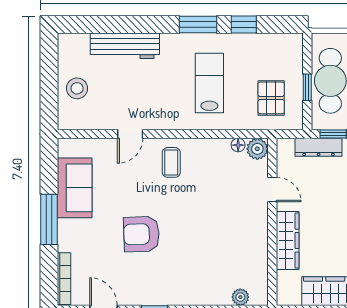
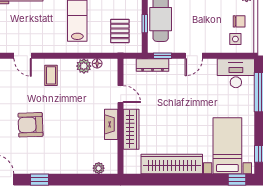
door: (130, 134) -> (23, 56), hinge flipped
plant: (257, 149) -> (84, 66), moved
fireplace: (258, 234) -> (111, 124), added

